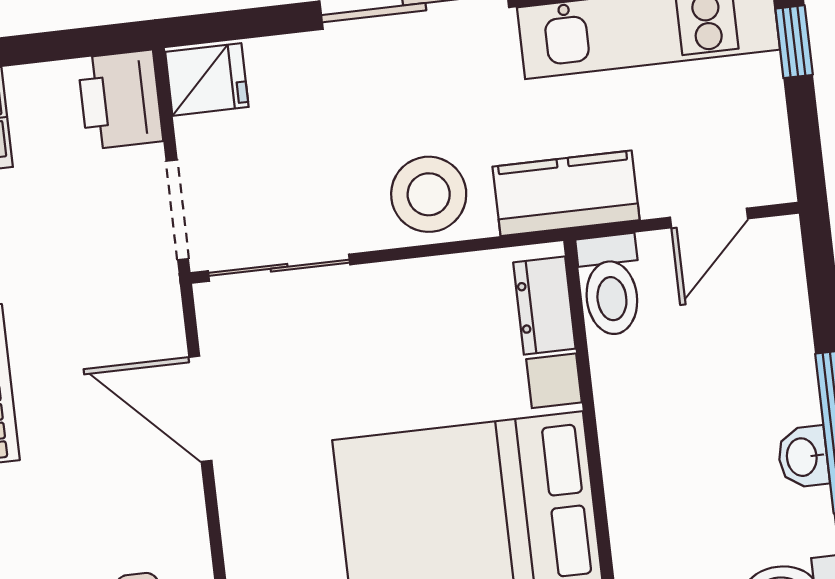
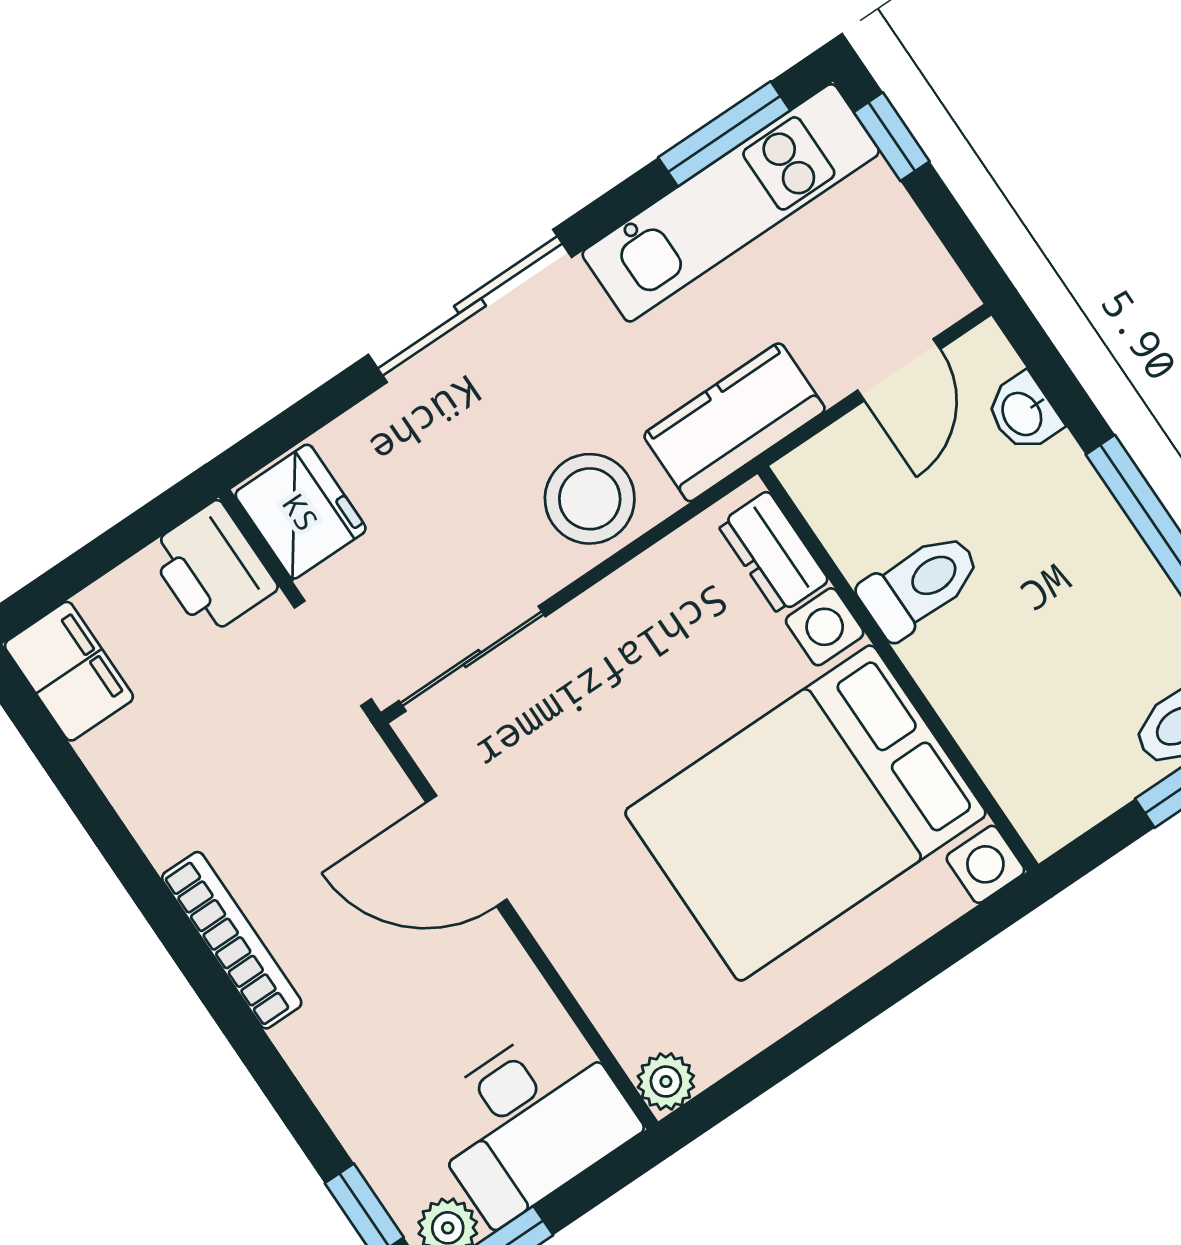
fridge: (207, 79) -> (301, 512), width x1.38
toilet: (610, 285) -> (920, 585), moved, turned -90
washbasin: (803, 457) -> (1023, 413), moved

